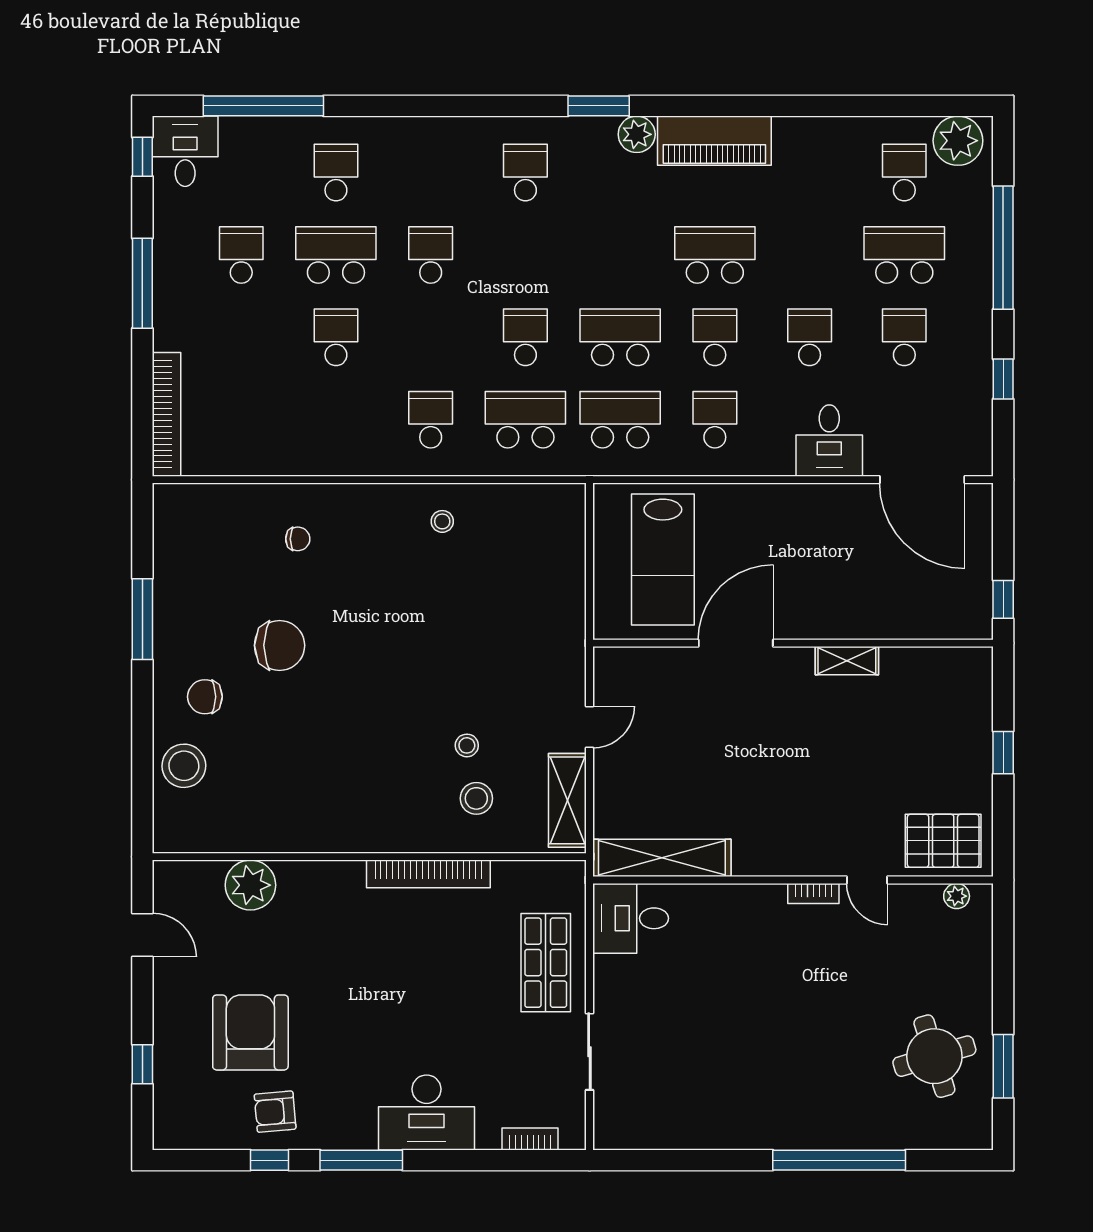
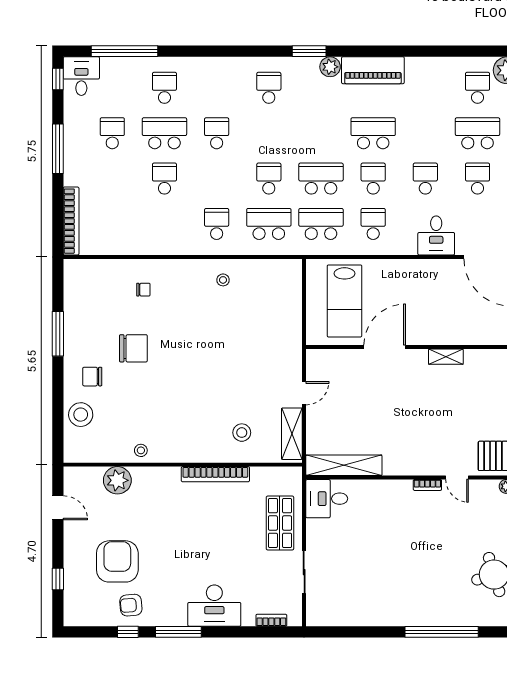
stool: (467, 745) -> (141, 450), moved

